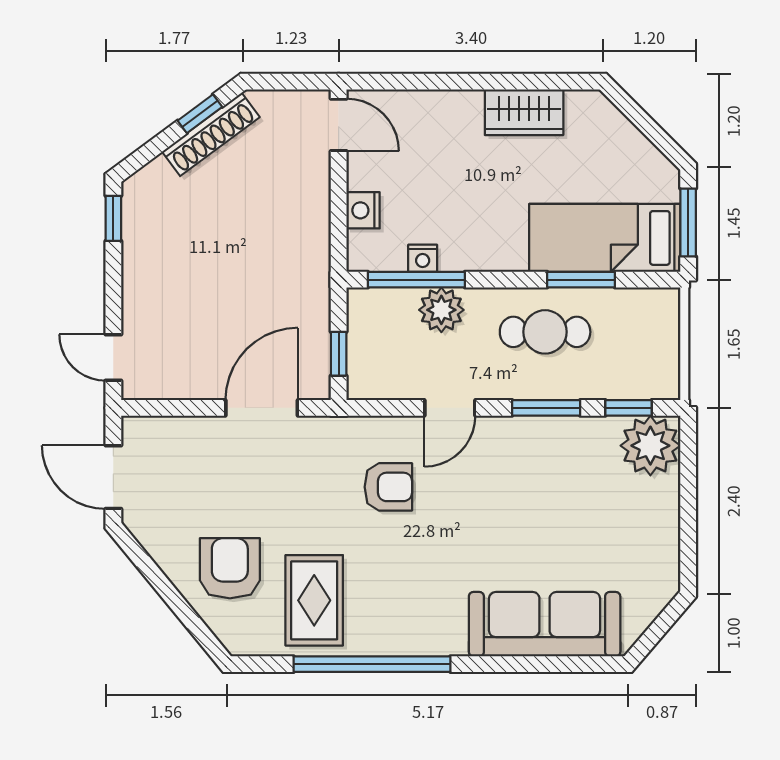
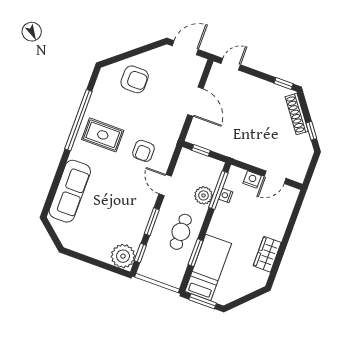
door: (339, 125) -> (275, 177), moved
shoe rack: (211, 134) -> (297, 114), moved
door: (262, 408) -> (195, 102), moved
rug: (314, 600) -> (103, 135), moved

